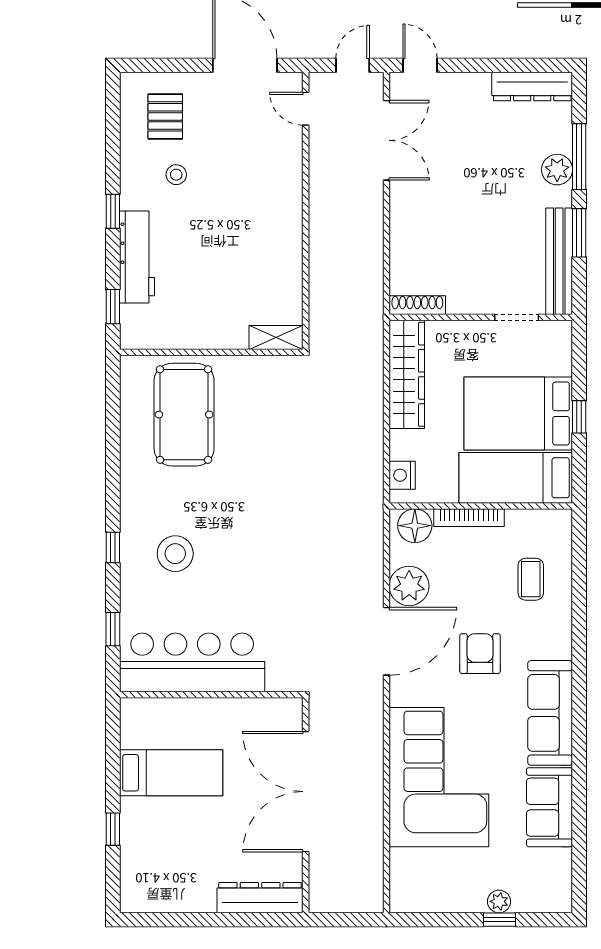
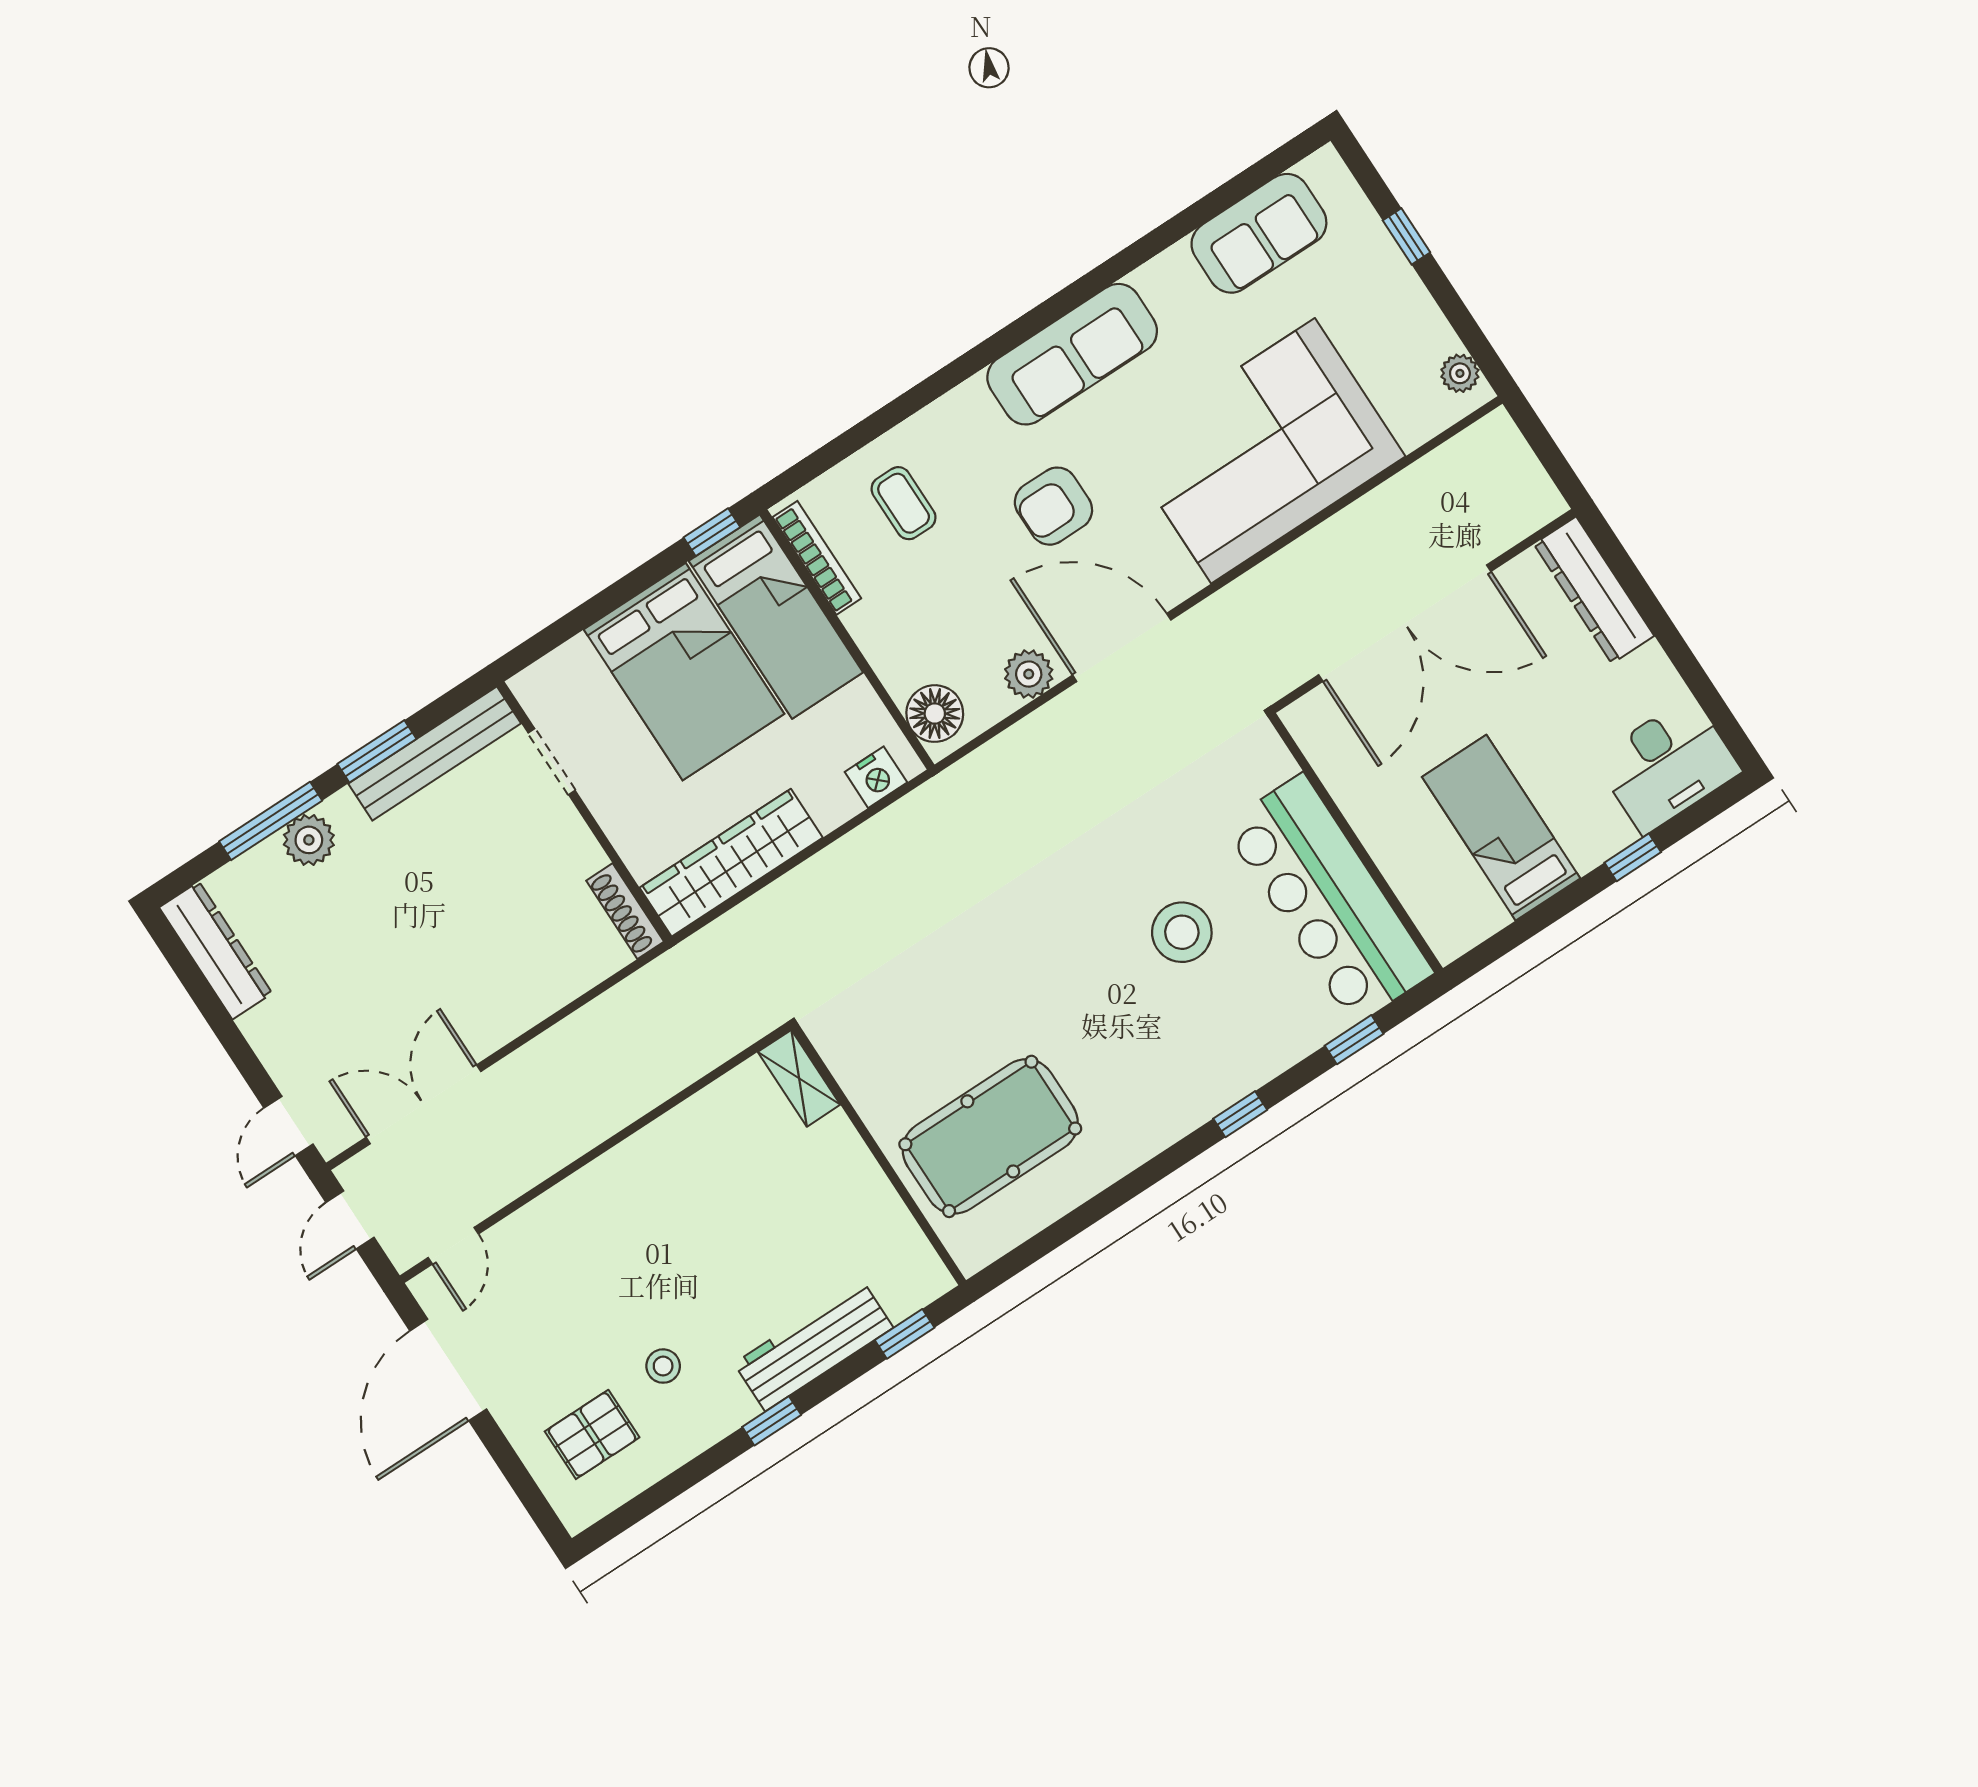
door: (353, 65) -> (350, 1220), hinge flipped
window: (579, 417) -> (712, 532), moved
bookcase: (469, 518) -> (817, 558), moved
stool: (175, 554) -> (1182, 932), moved
coffee table: (531, 579) -> (904, 503), turned 90
plant: (409, 586) -> (1029, 674), width x0.73, depth x0.73
sofa: (550, 807) -> (1259, 233), moved
desk: (148, 877) -> (1667, 765), added
plant: (499, 901) -> (1460, 373), moved

